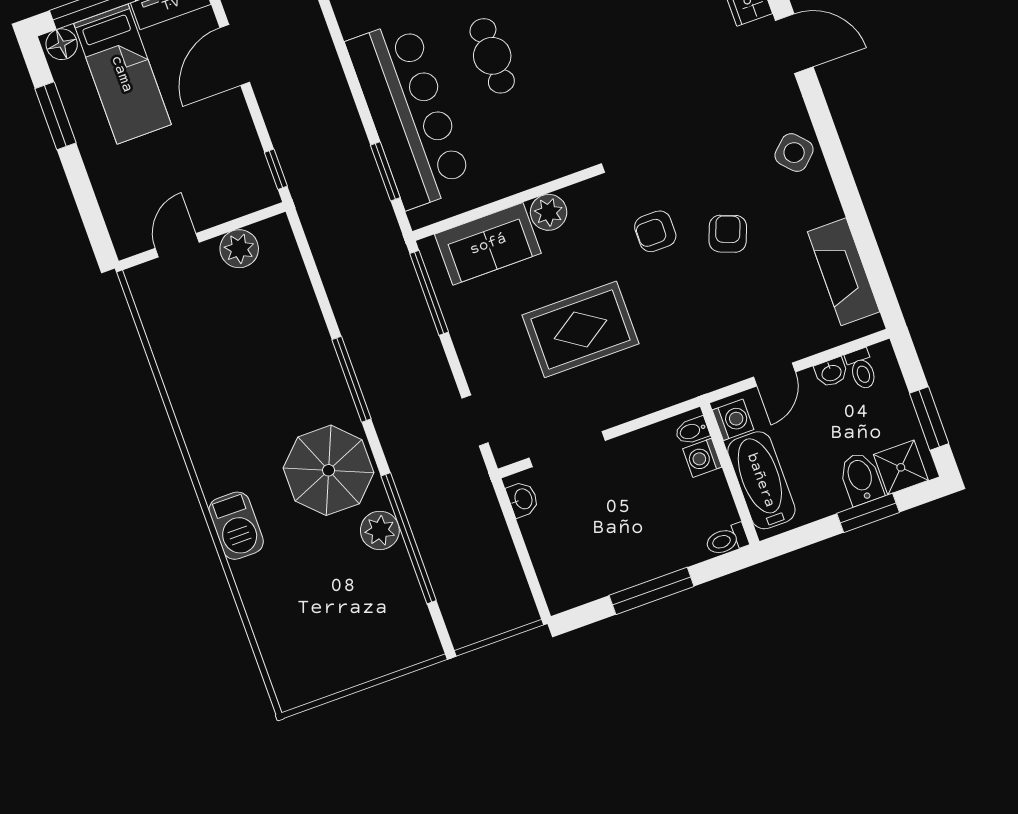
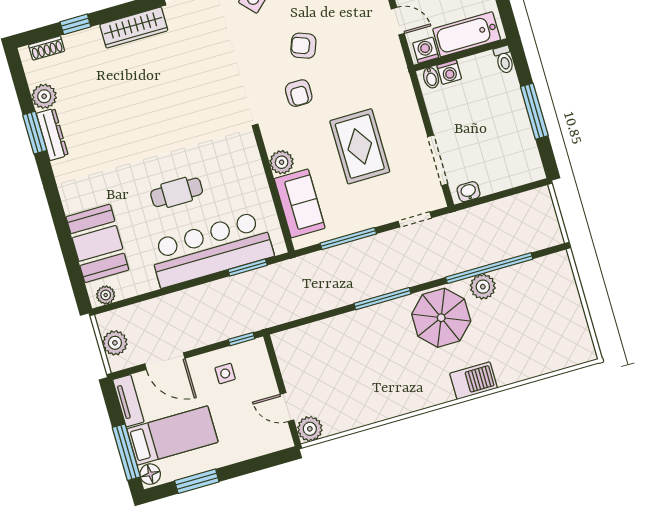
side table: (222, 148) -> (225, 373), added
plant: (239, 249) -> (310, 429), moved
window: (429, 293) -> (348, 239), moved

